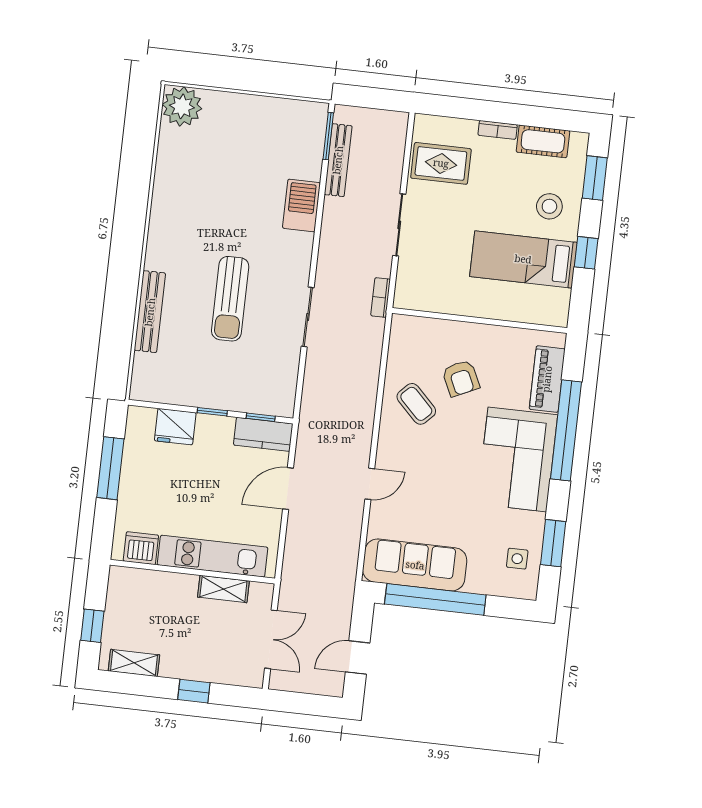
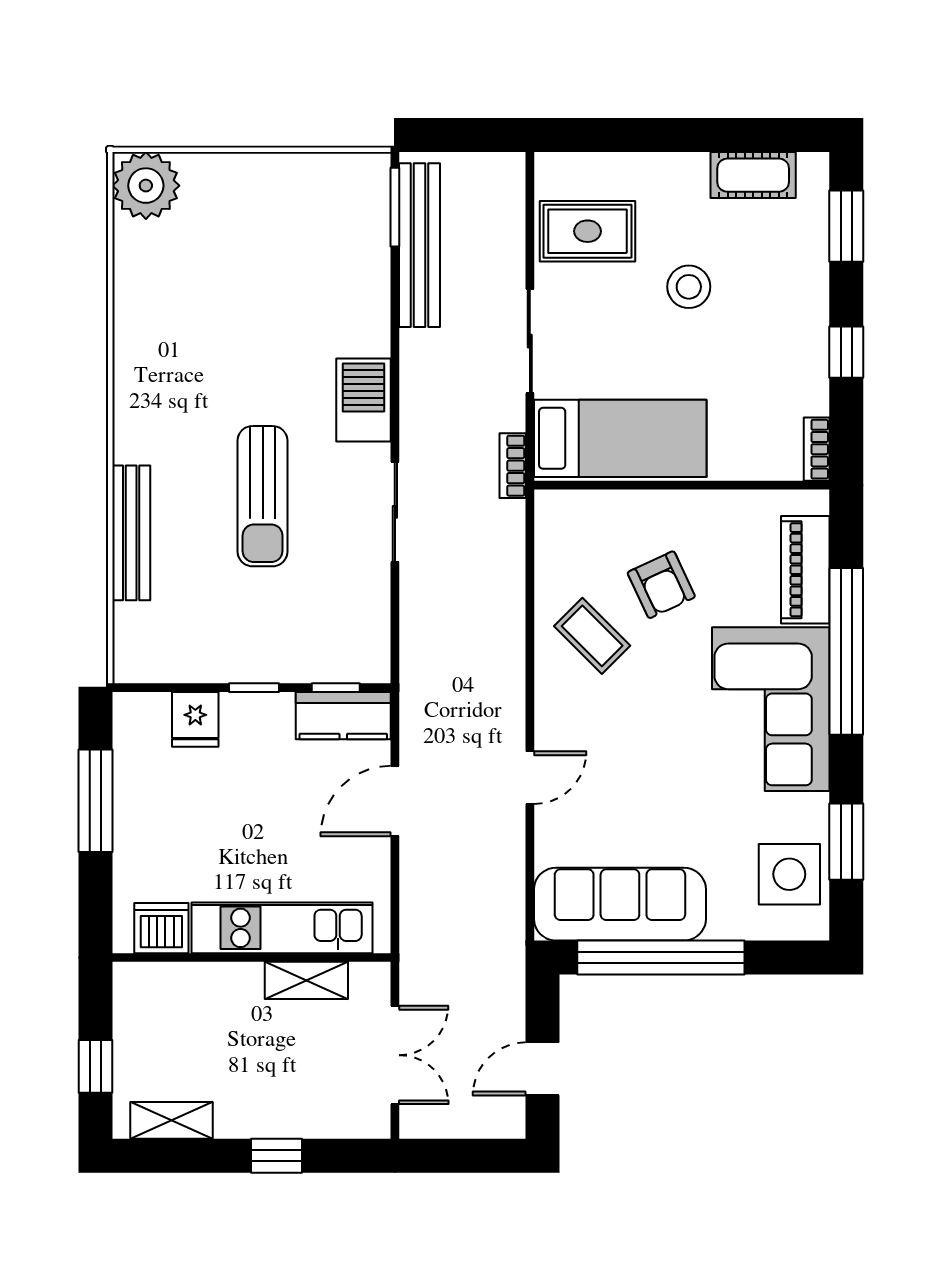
bookcase: (498, 130) -> (817, 449), moved, turned 90
bench: (338, 160) -> (419, 245), width x1.37, depth x1.21
barbecue: (301, 205) -> (363, 400), moved
stool: (549, 206) -> (689, 287), moved
bed: (523, 259) -> (620, 438), moved, turned 180
fridge: (175, 427) -> (195, 719), width x0.72
side table: (517, 559) -> (789, 874), width x1.87, depth x1.87

